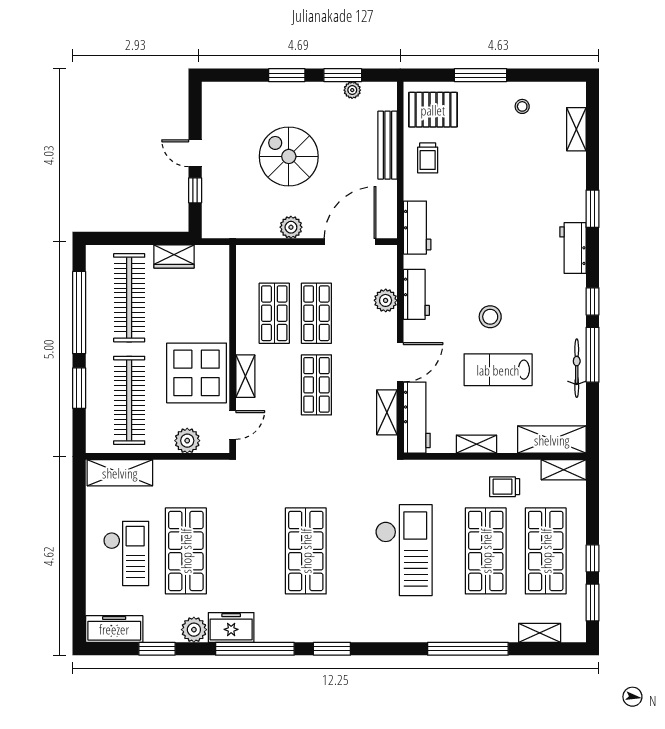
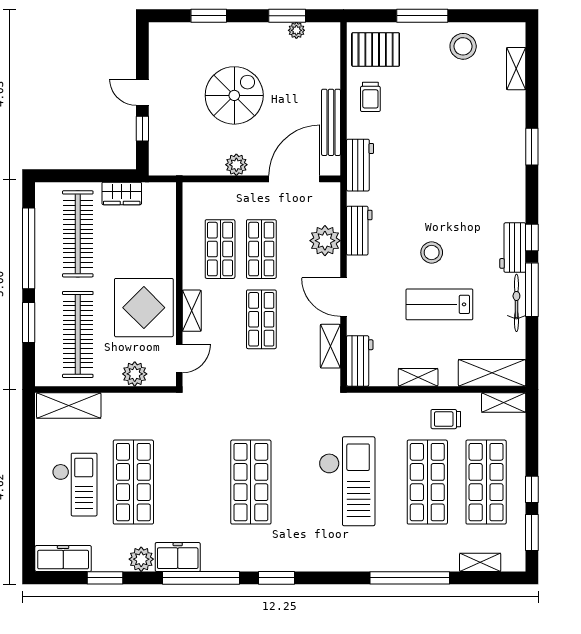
window: (287, 75) -> (209, 16), moved
stool: (522, 106) -> (463, 46), width x1.89, depth x1.89
bench: (387, 145) -> (331, 122), moved
spiral stairs: (289, 156) -> (234, 95), turned 90
workbench: (573, 248) -> (513, 248), moved
plant: (386, 300) -> (325, 241), width x1.36, depth x1.36
door: (400, 362) -> (343, 297), swing flipped
workbench: (417, 418) -> (360, 361), width x0.73

